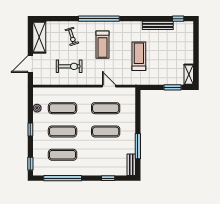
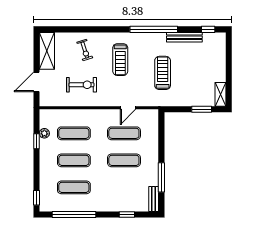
window: (99, 19) -> (154, 29), moved
door: (109, 86) -> (128, 108), swing flipped
window: (30, 130) -> (36, 141), moved

